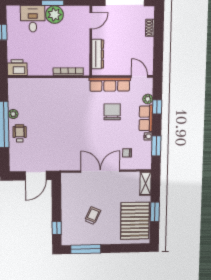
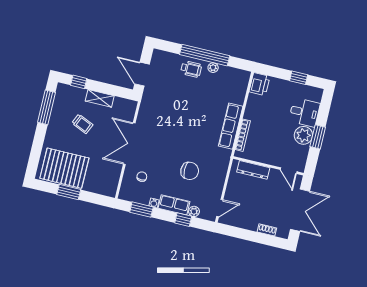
row of seats: (110, 84) -> (231, 126), moved
double door: (100, 171) -> (129, 144), swing flipped
shelving: (145, 183) -> (100, 98), moved

